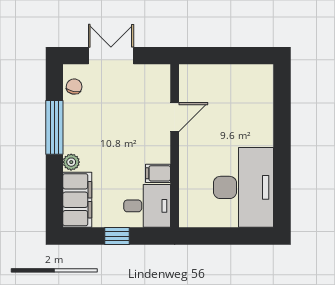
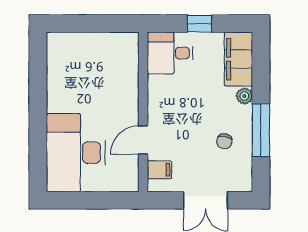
chair: (74, 87) -> (224, 141), moved
filing cabinet: (158, 173) -> (159, 170), moved
desk: (244, 187) -> (76, 153), moved

